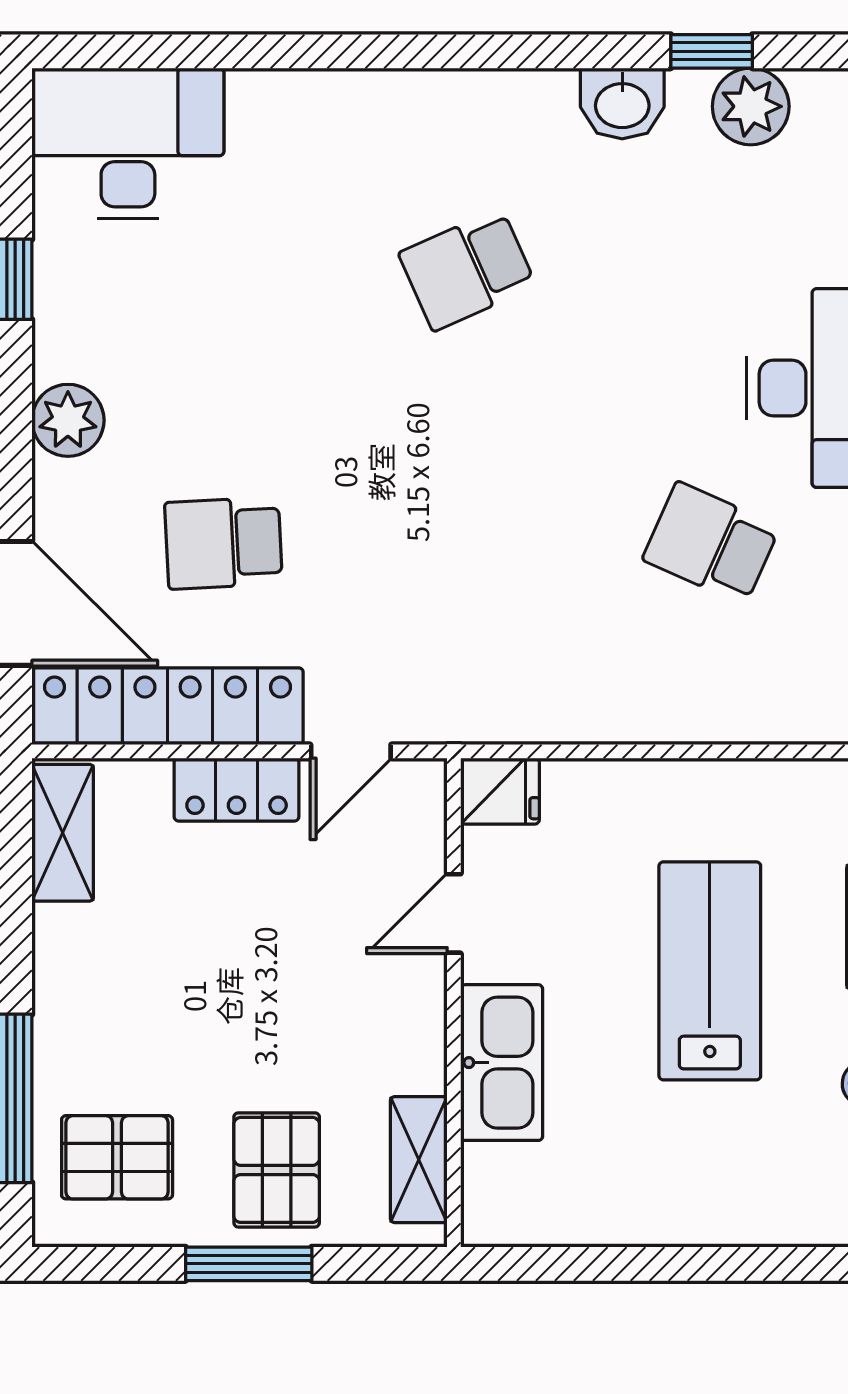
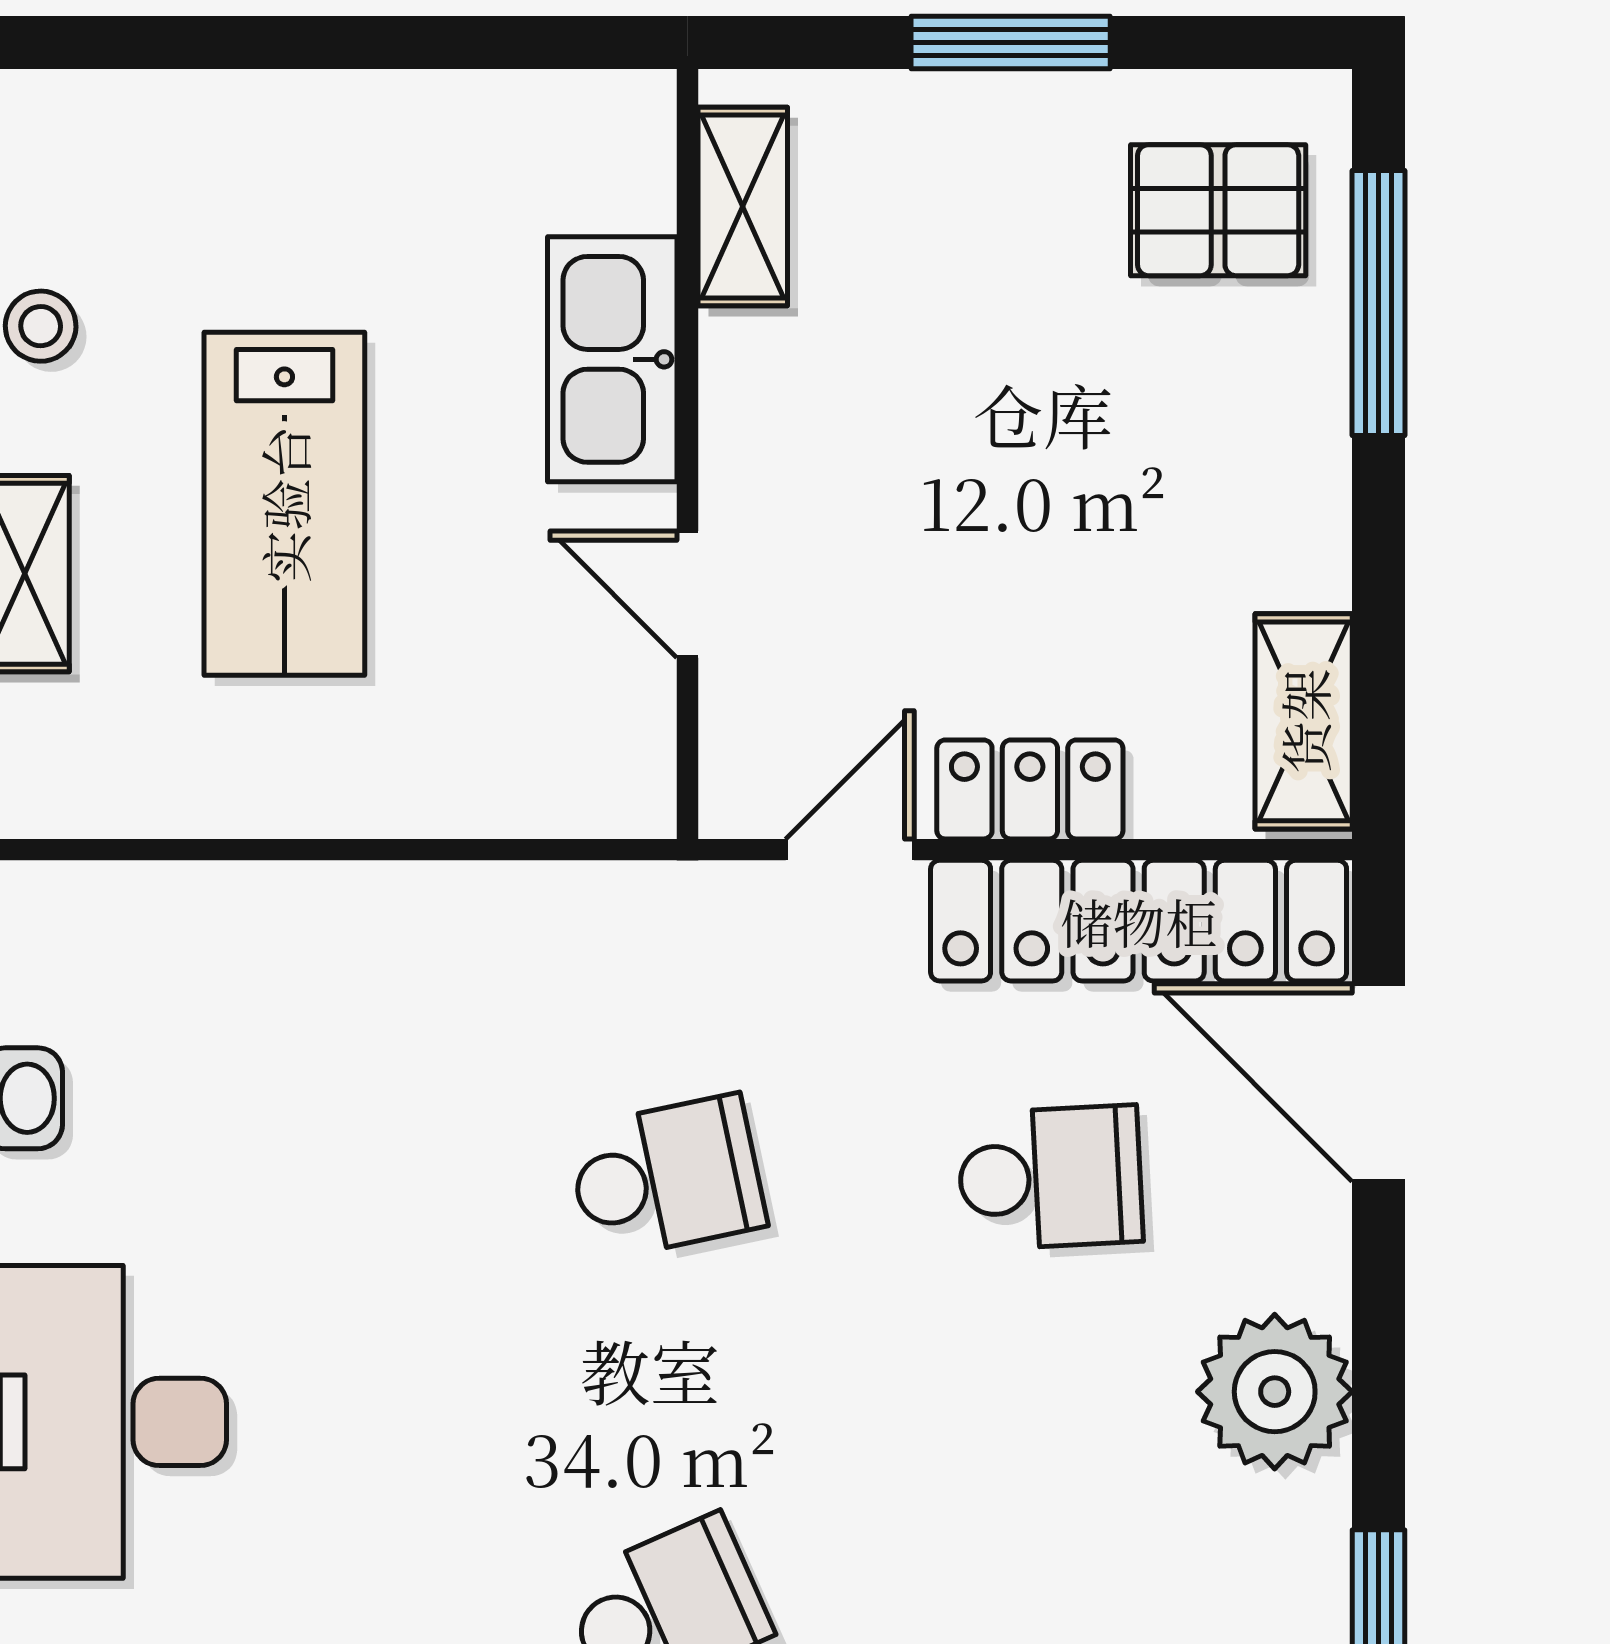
plant: (68, 420) -> (1275, 1392), width x1.36, depth x1.36
school desk: (711, 543) -> (666, 1178), moved, turned -36
fridge: (500, 791) -> (615, 787), removed
door: (454, 913) -> (688, 594), swing flipped
pallet: (277, 1170) -> (967, 190), removed

